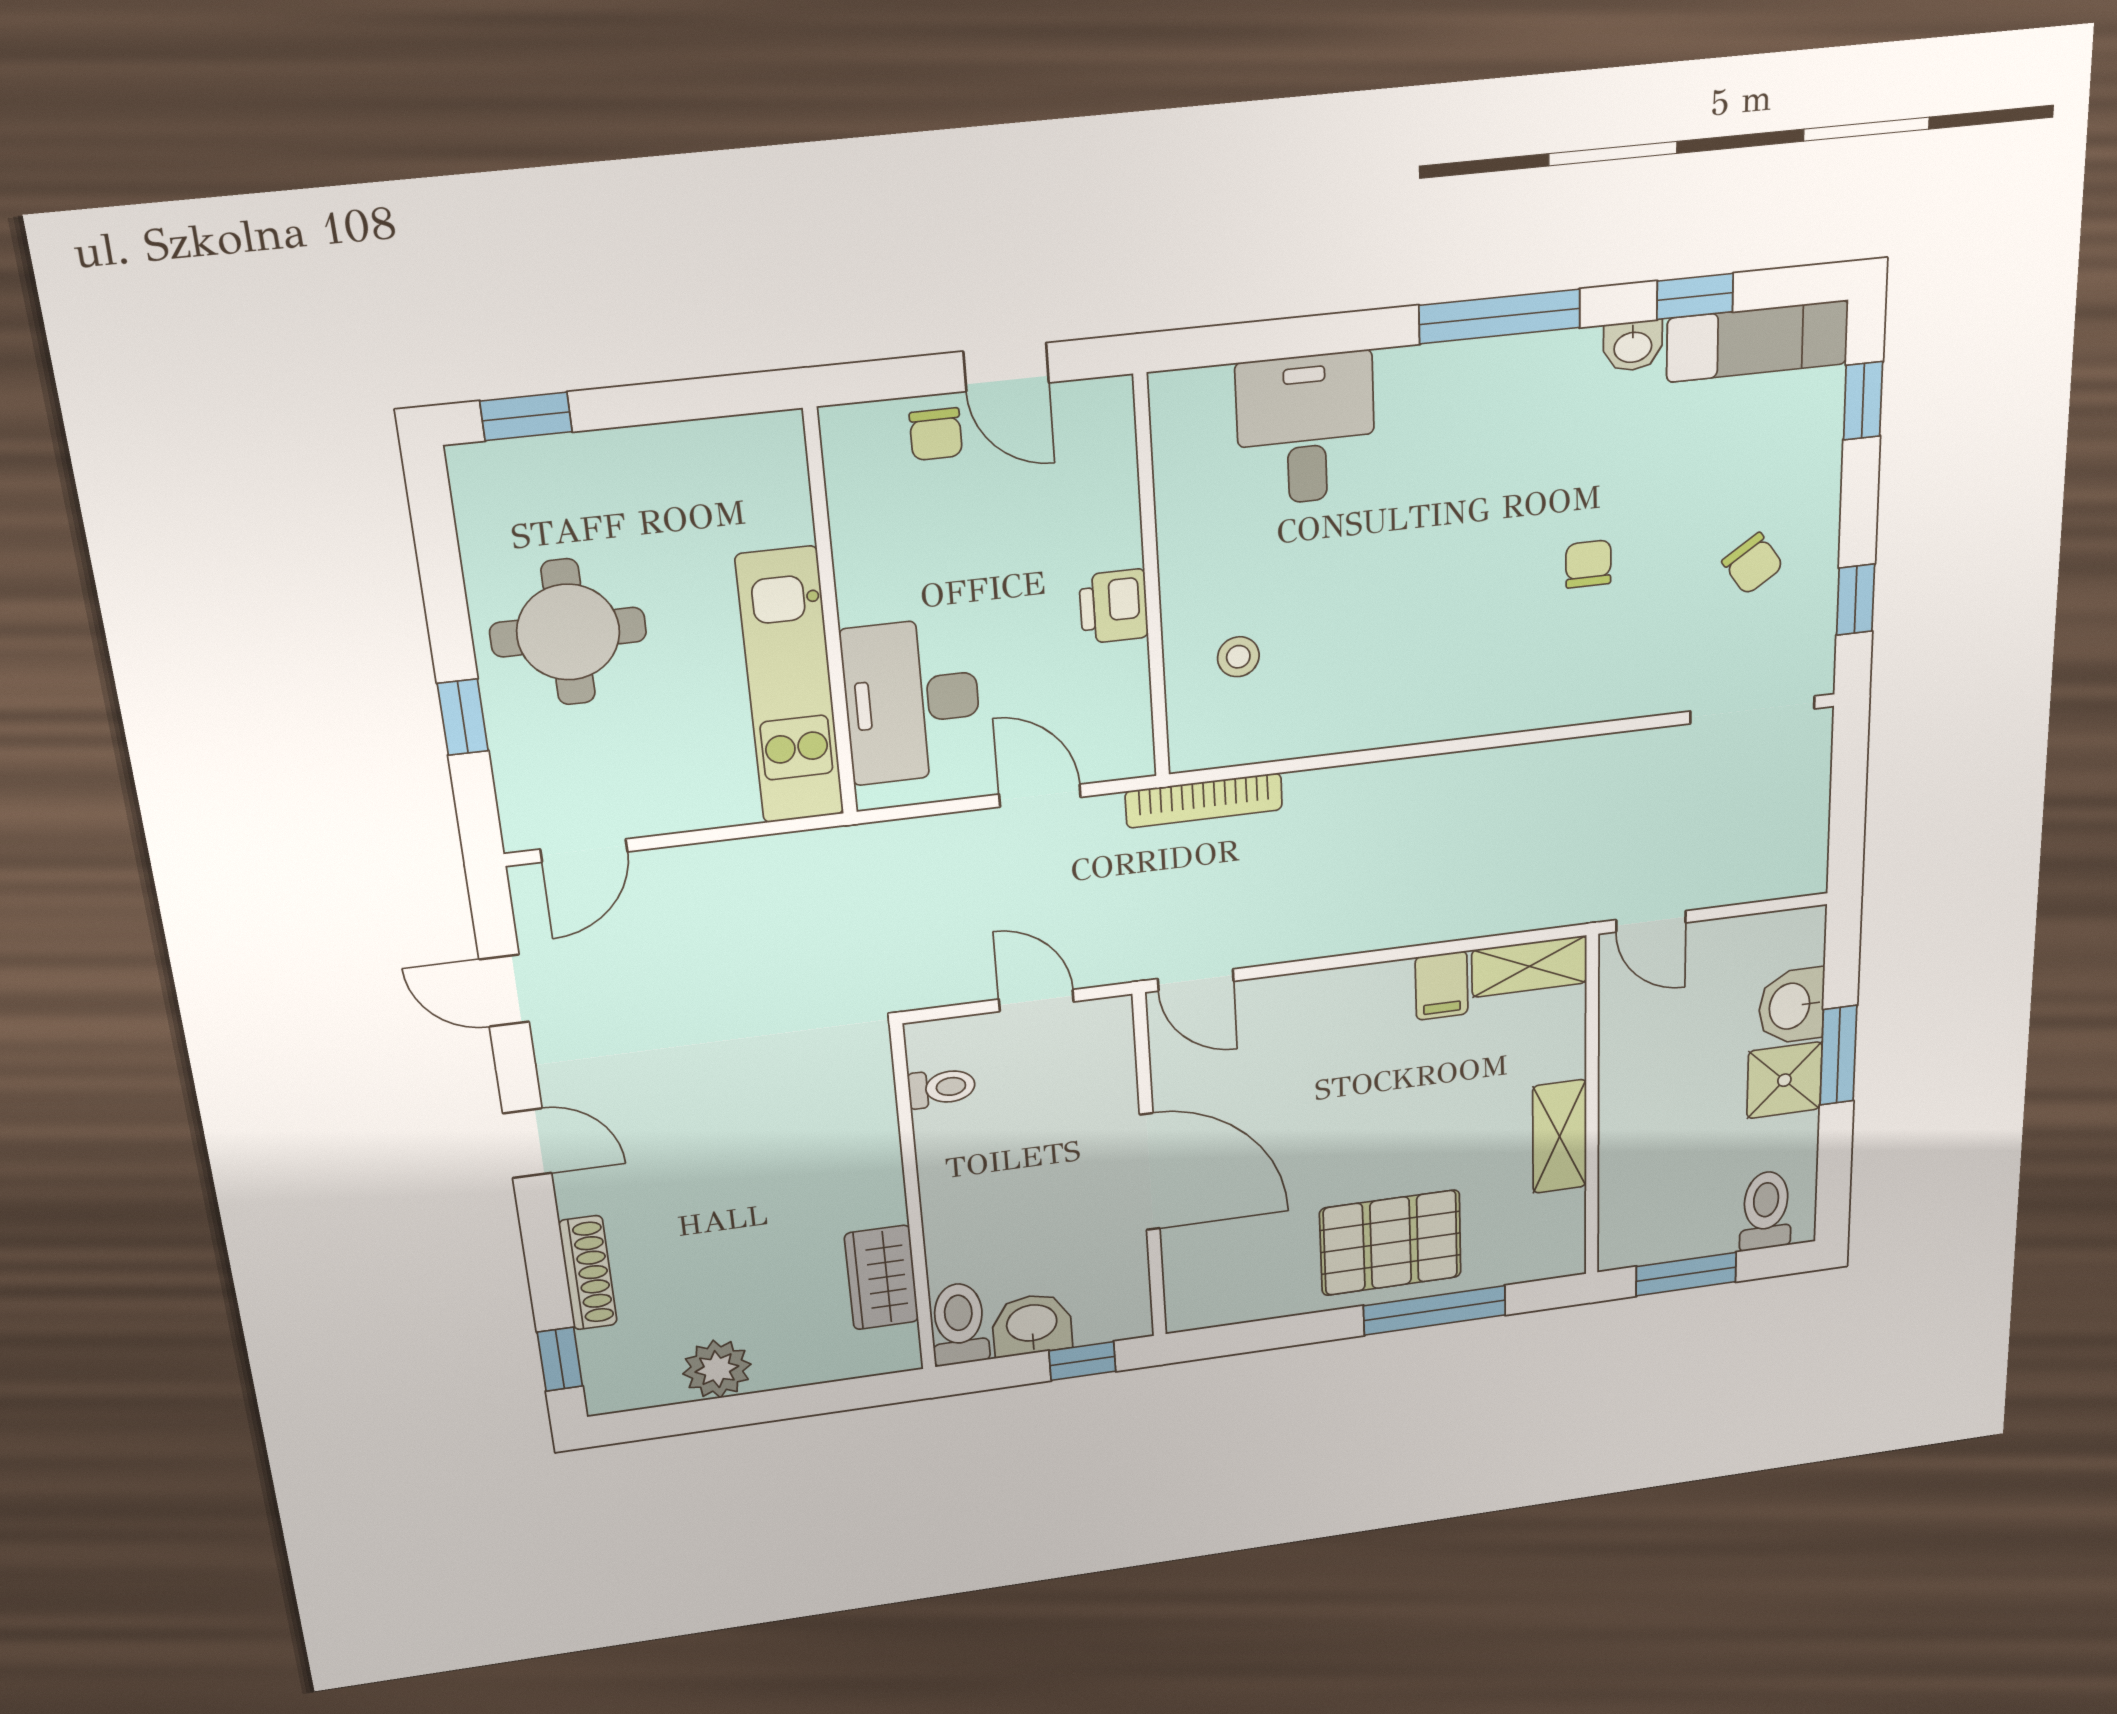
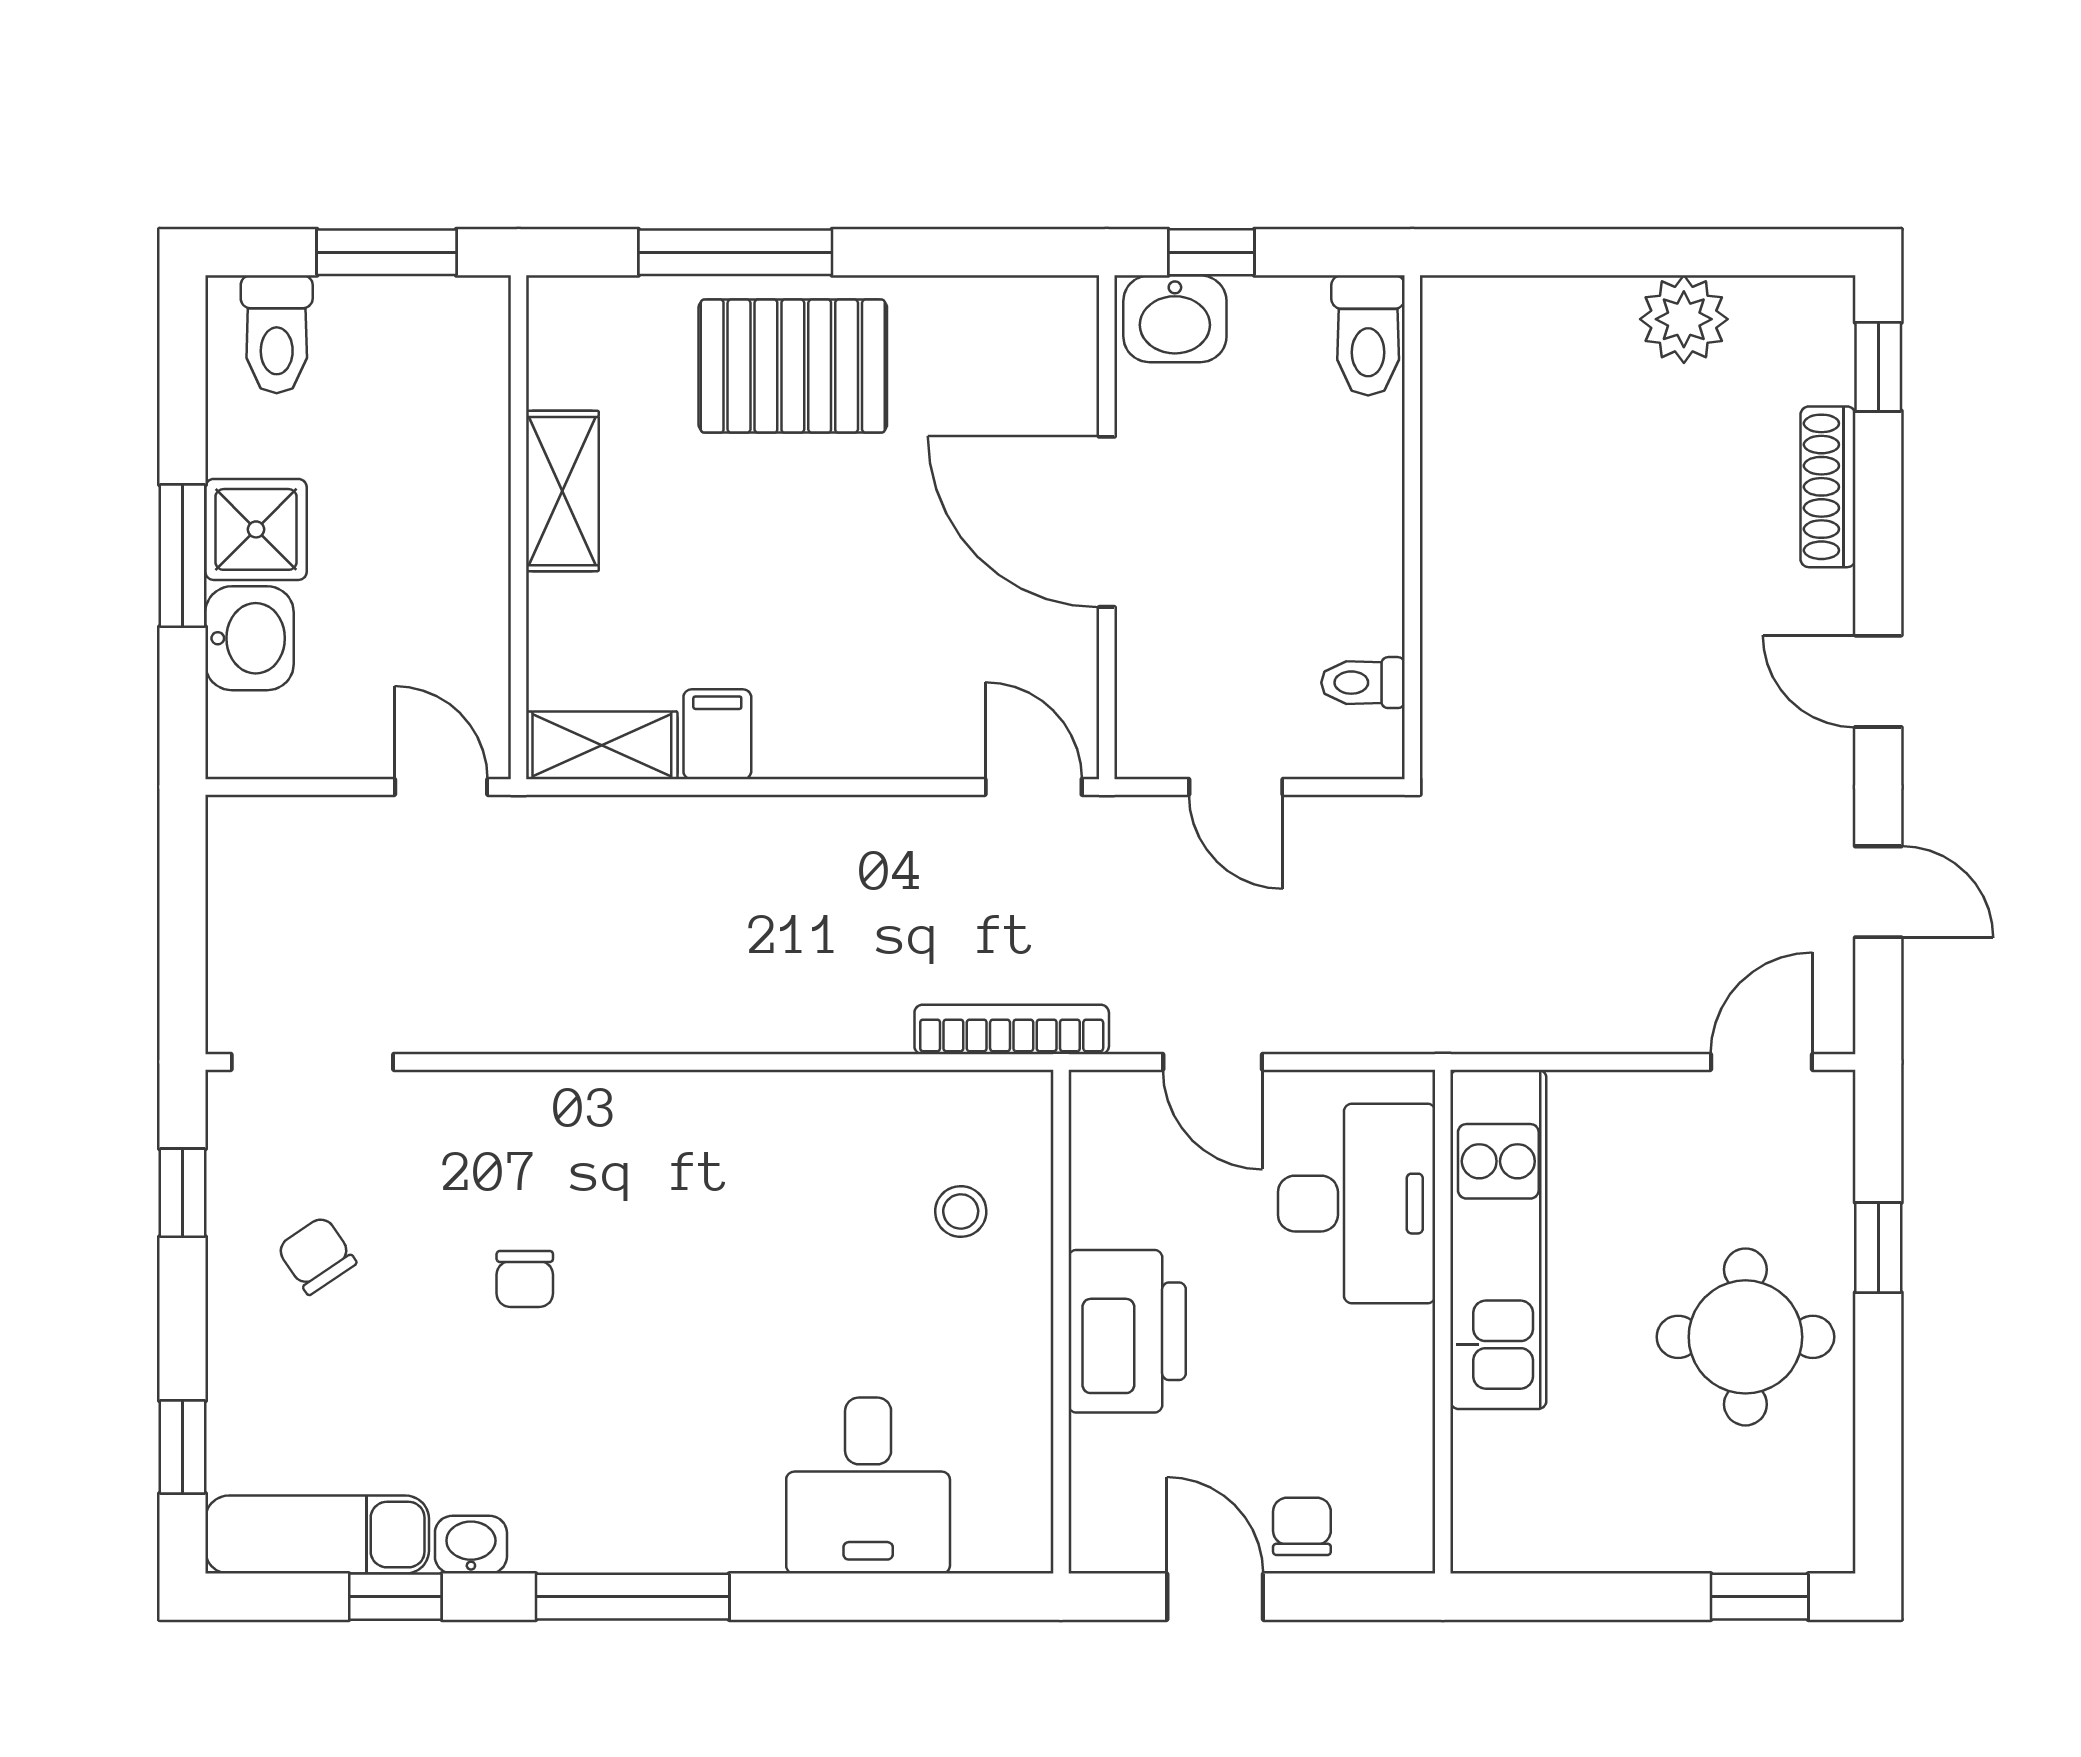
printer: (1114, 606) -> (1127, 1331), width x1.87, depth x1.48
wardrobe: (882, 1278) -> (1462, 421), removed
washbasin: (1032, 1325) -> (1175, 319), moved

